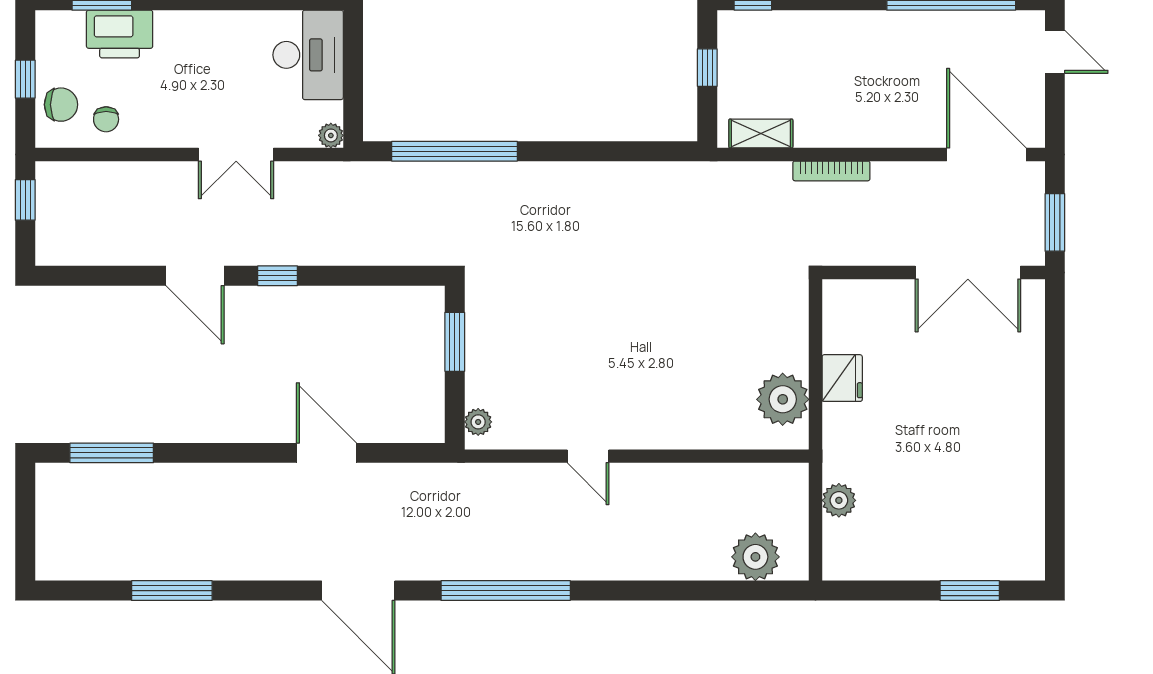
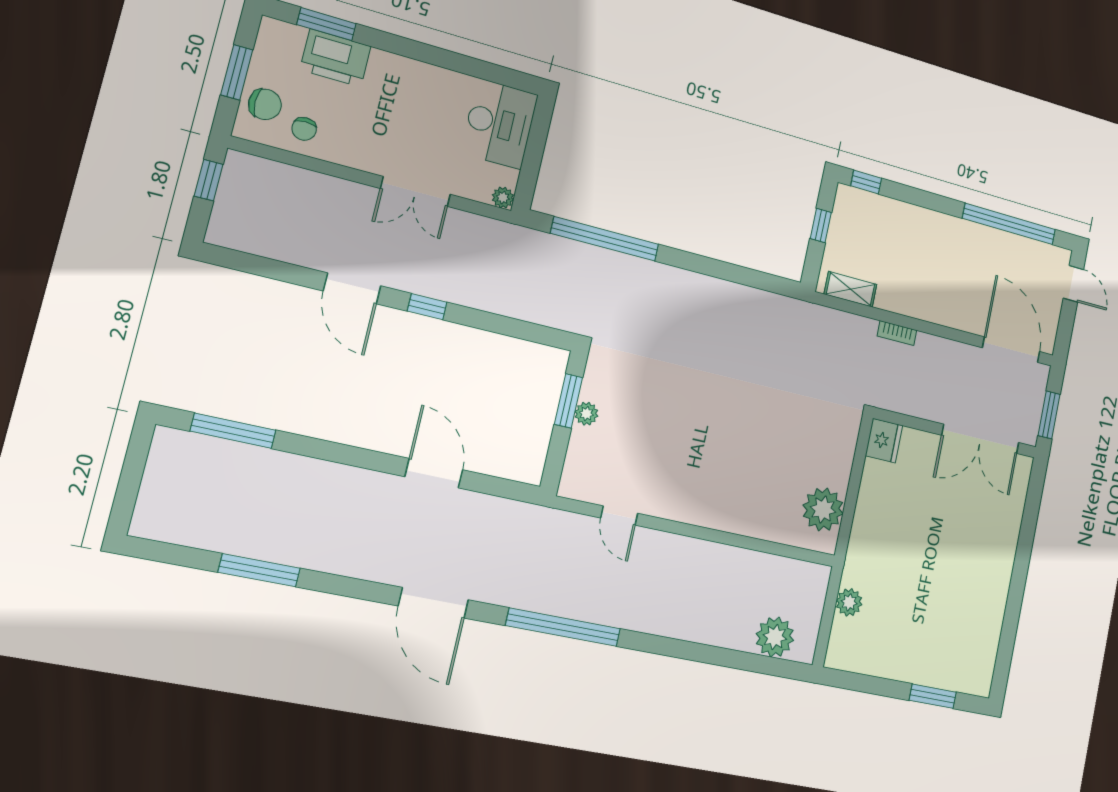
window: (25, 79) -> (237, 72), width x1.50
bookcase: (831, 171) -> (897, 333), width x0.64
fridge: (842, 378) -> (884, 441), moved
plant: (478, 422) -> (586, 414), moved
door: (588, 456) -> (619, 516), moved

